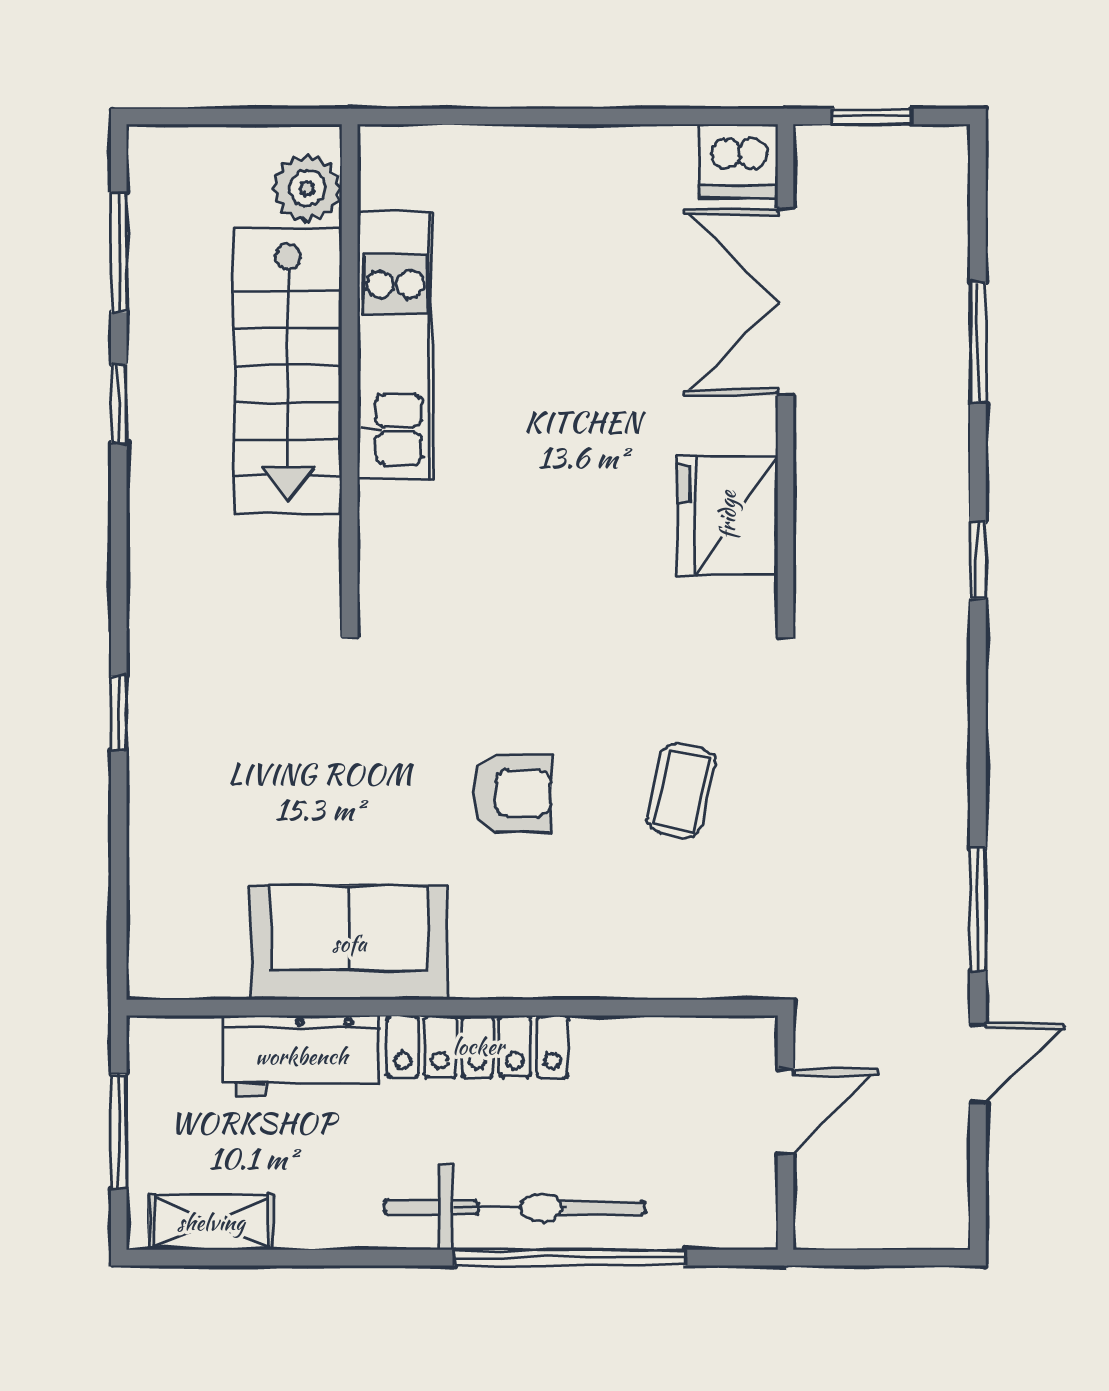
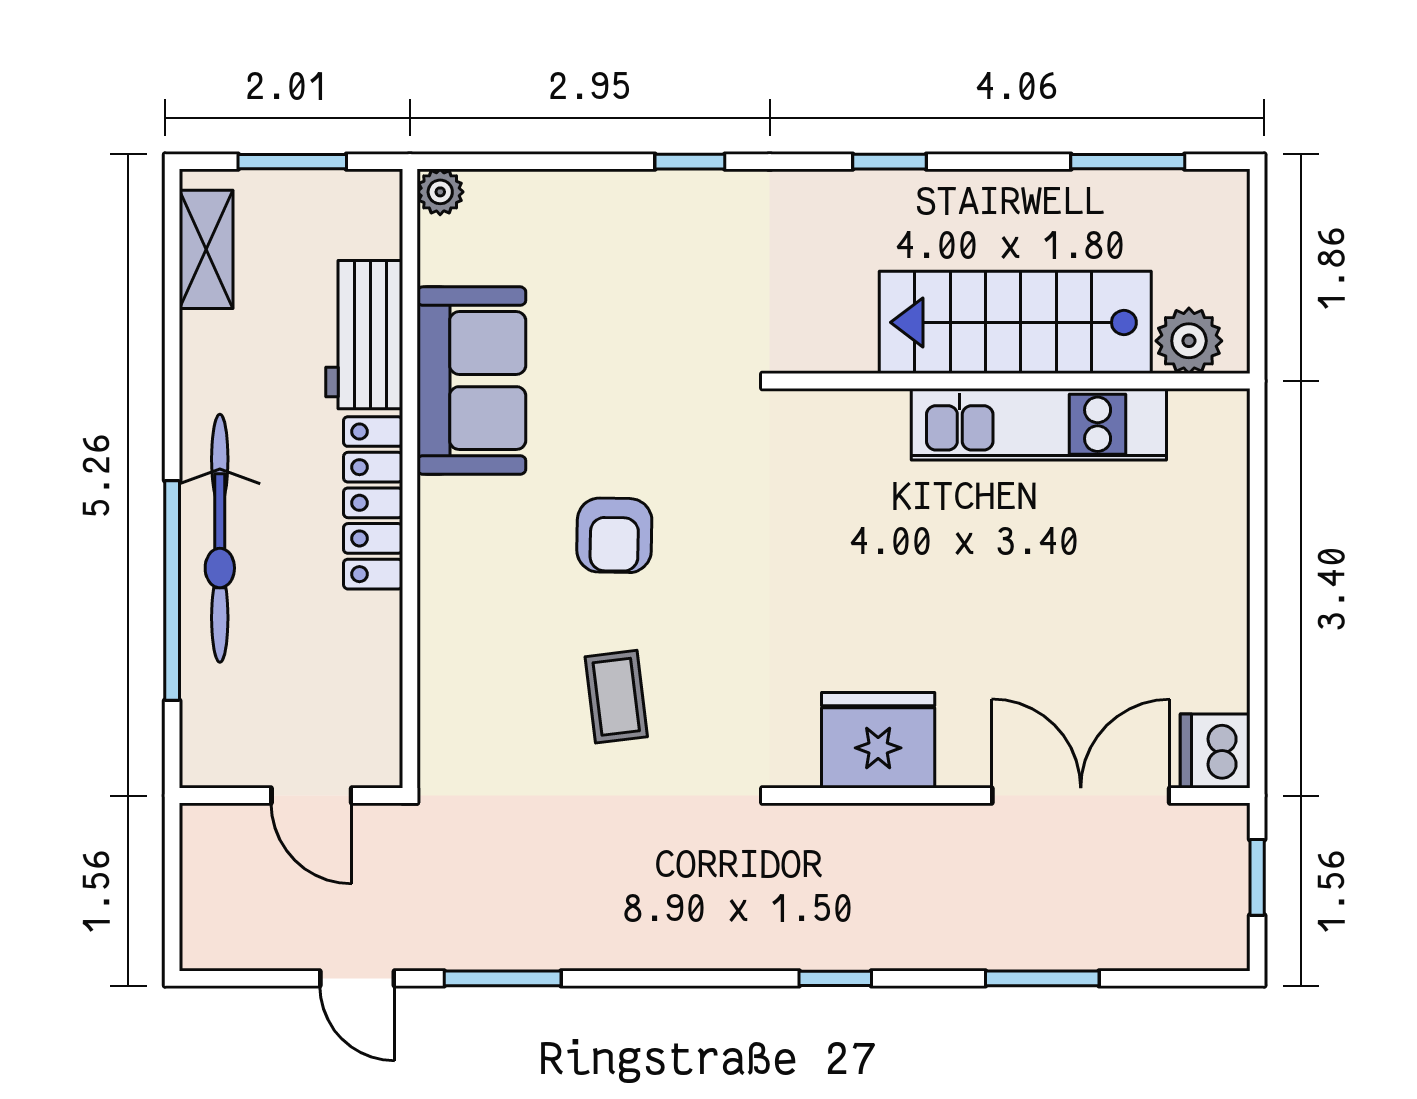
window: (119, 403) -> (890, 162), moved
coffee table: (682, 791) -> (616, 697), turned 70
plant: (151, 976) -> (440, 192), added

